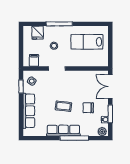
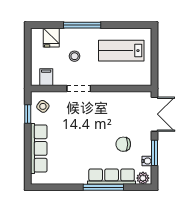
double door: (110, 87) -> (155, 114), swing flipped
coffee table: (63, 106) -> (88, 142), removed
row of seats: (63, 131) -> (112, 177), moved

